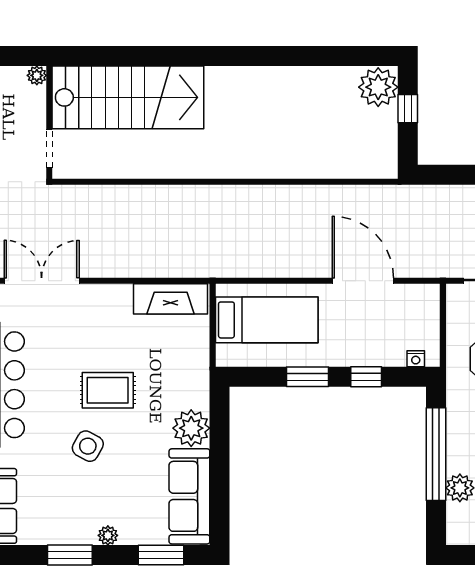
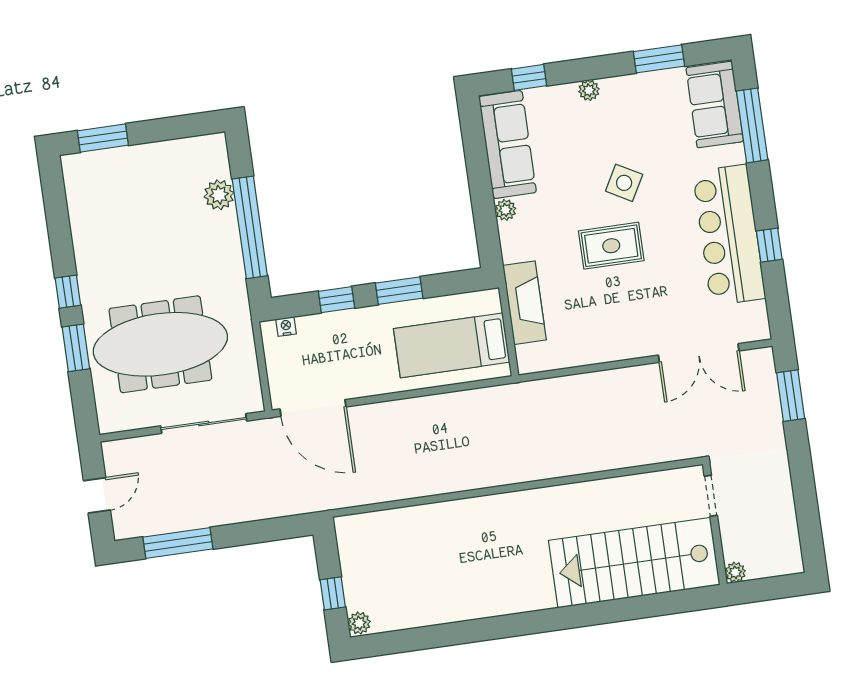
plant: (378, 87) -> (359, 623), width x0.53, depth x0.53
door: (363, 281) -> (313, 408), moved
fireplace: (171, 299) -> (524, 303), moved, turned 90
plant: (191, 428) -> (505, 210), width x0.53, depth x0.53
window: (70, 555) -> (659, 59), moved
window: (161, 555) -> (529, 77), width x0.67

